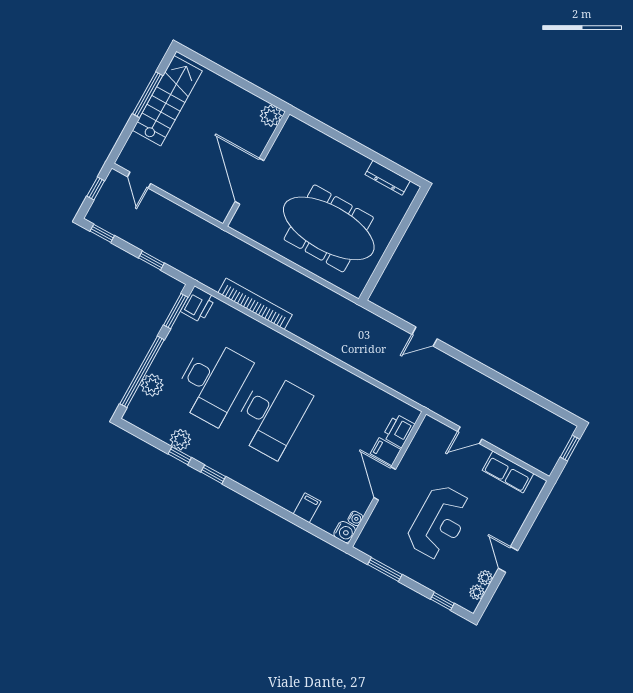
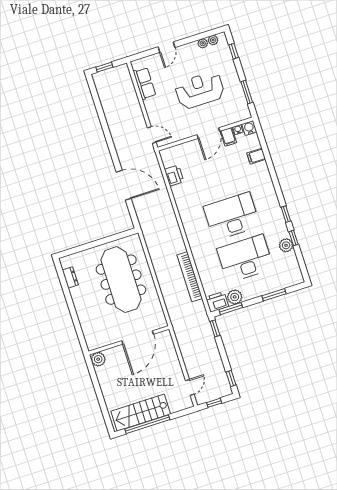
window: (148, 95) -> (147, 424), width x1.46
dresser: (388, 178) -> (70, 277), width x0.70
window: (151, 261) -> (215, 328), moved
door: (425, 337) -> (124, 185), width x1.87
window: (142, 372) -> (274, 295), width x0.47
plant: (152, 385) -> (235, 297), moved
printer: (398, 431) -> (174, 175), moved, turned -90
door: (470, 435) -> (152, 135), moved
filing cabinet: (386, 452) -> (228, 137), moved
door: (508, 559) -> (167, 47), moved

